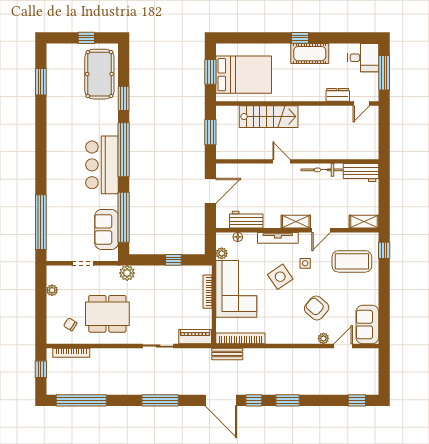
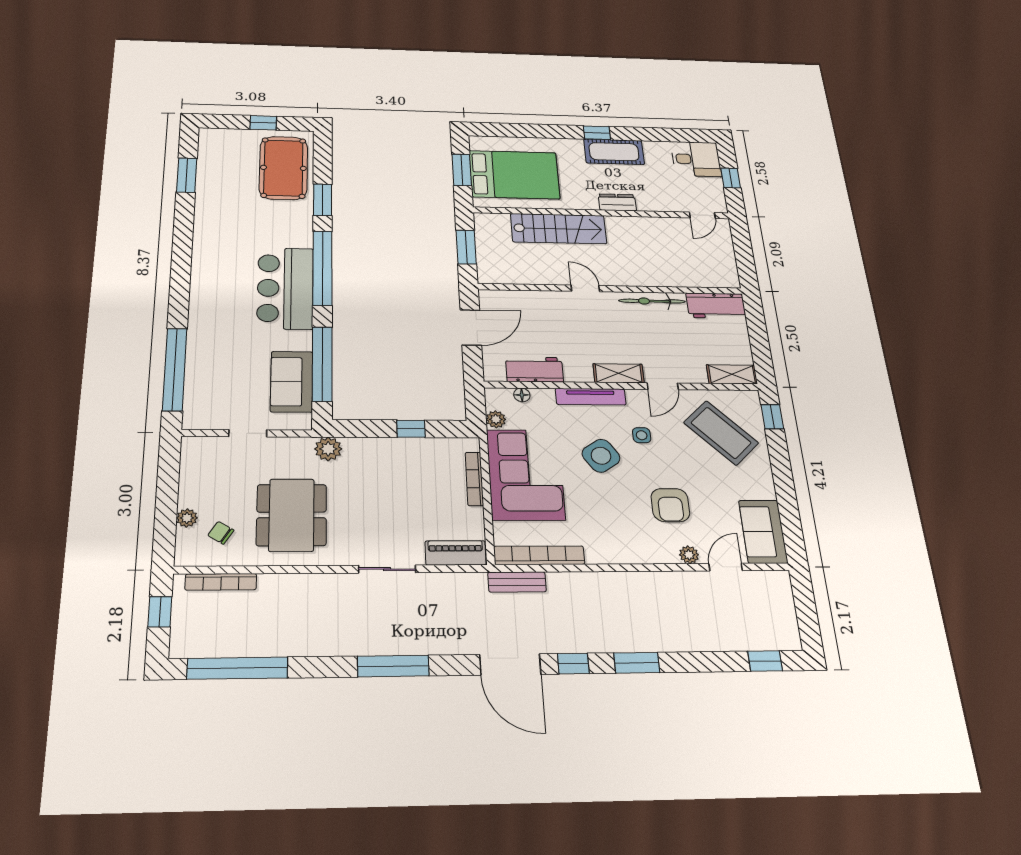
window: (384, 73) -> (731, 178), width x0.46
dresser: (338, 95) -> (617, 202), moved
coffee table: (352, 261) -> (721, 433), turned 46
plant: (52, 290) -> (187, 518), moved
armchair: (317, 308) -> (670, 505), turned -131
dining table: (107, 314) -> (292, 515), turned 90

